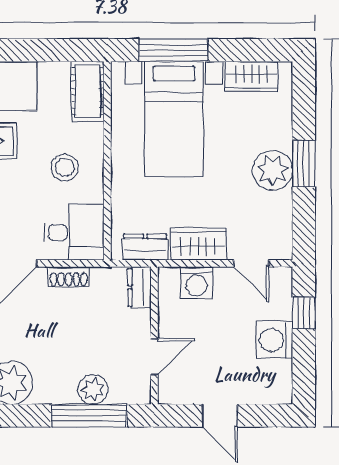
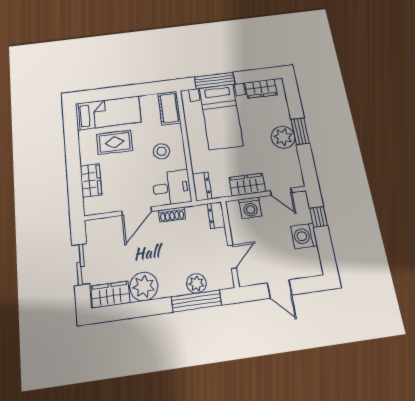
dresser: (145, 247) -> (202, 186), moved, turned 90

